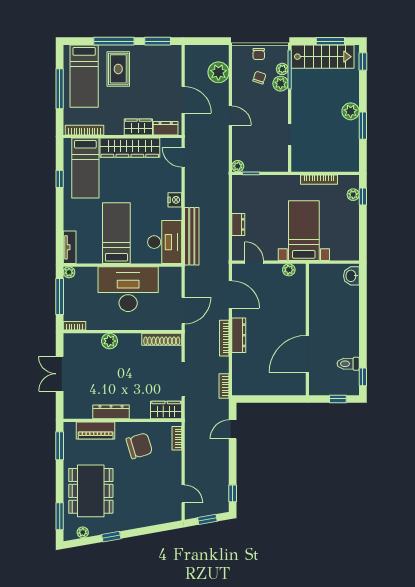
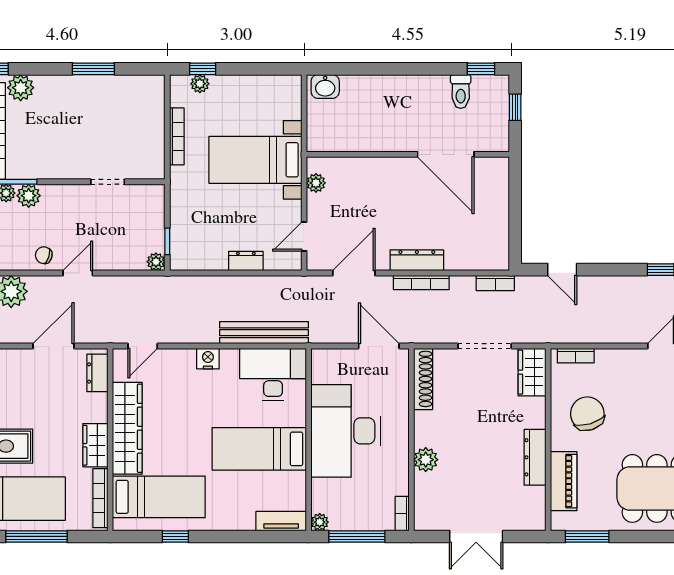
chair: (259, 78) -> (44, 255), moved
plant: (351, 111) -> (21, 88), moved
wardrobe: (138, 127) -> (95, 445), moved

